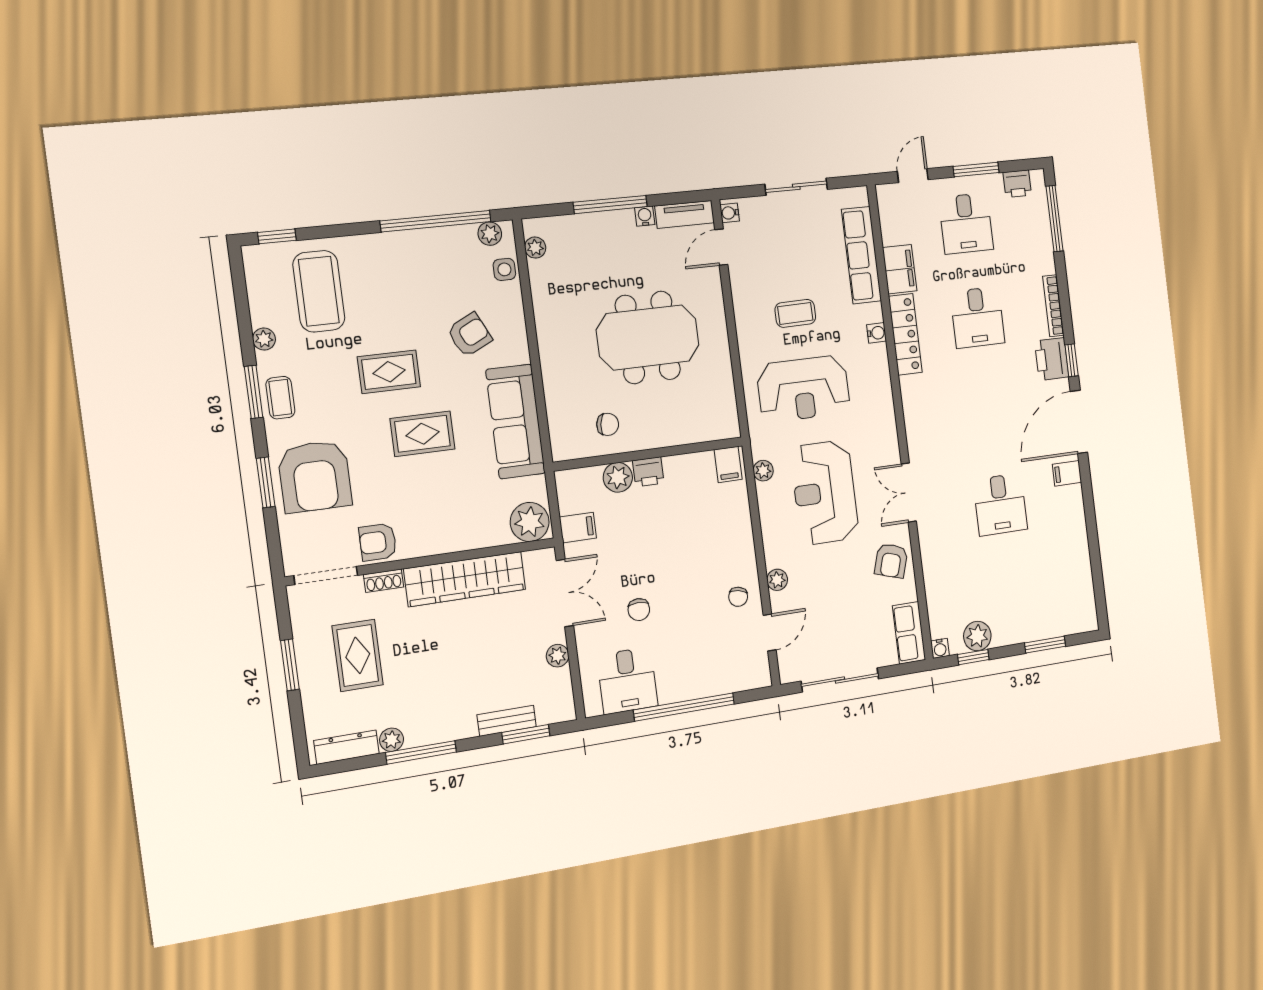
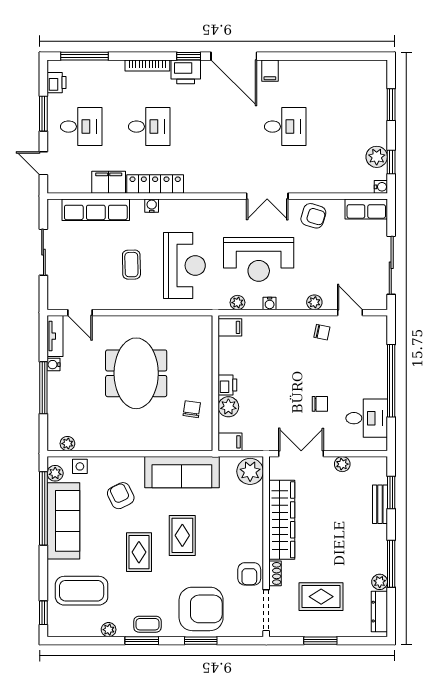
water cooler: (730, 213) -> (270, 303), moved
sofa: (421, 253) -> (63, 521), added
filing cabinet: (578, 528) -> (230, 442), moved, turned 90

